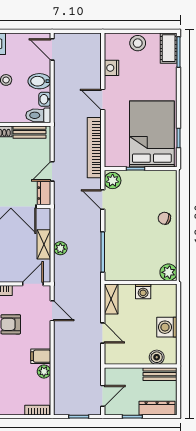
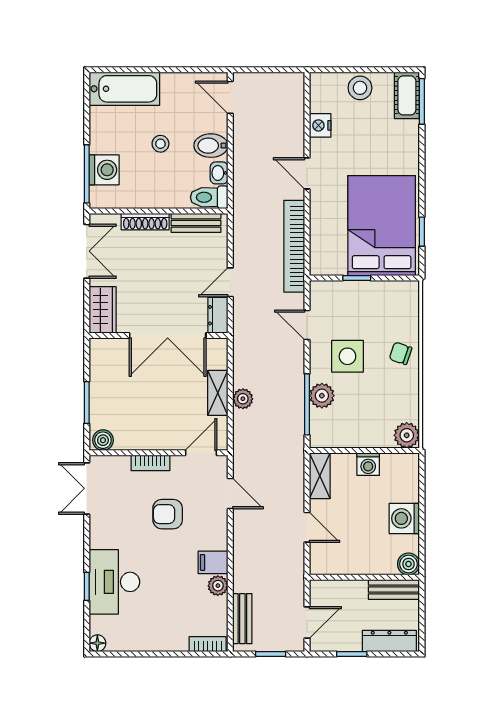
plant: (113, 181) -> (322, 396), moved
side table: (129, 220) -> (347, 356), added
boiler: (157, 357) -> (408, 564), moved
bench: (60, 393) -> (242, 619), added

